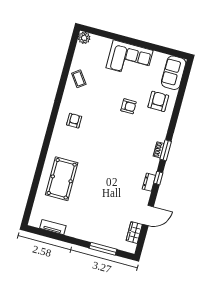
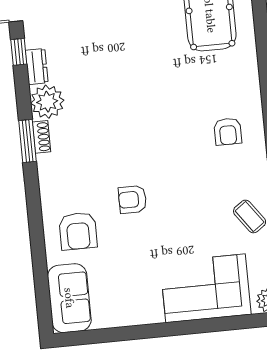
corner sofa: (129, 59) -> (206, 288), moved
plant: (150, 165) -> (47, 102), added
window: (158, 178) -> (19, 52), moved

